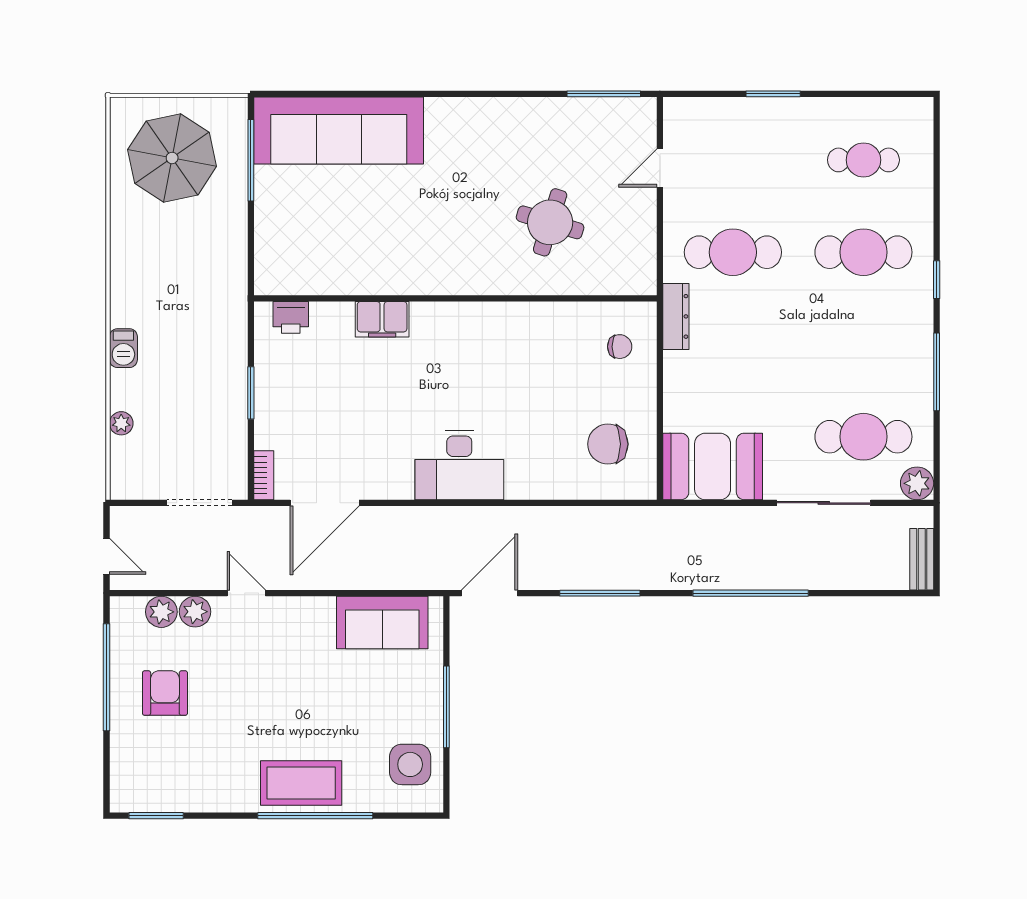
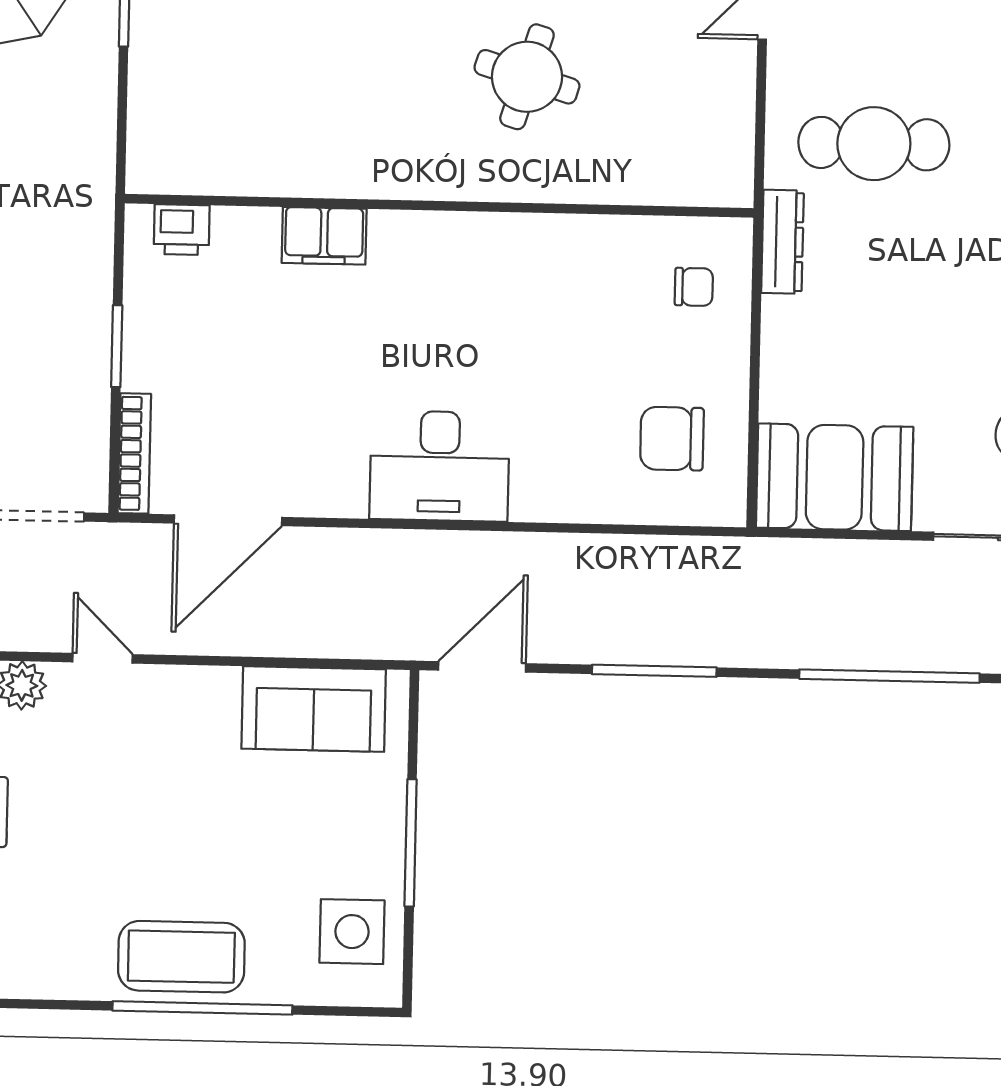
round table: (550, 222) -> (527, 77), moved
bookcase: (264, 475) -> (134, 453), width x1.56

